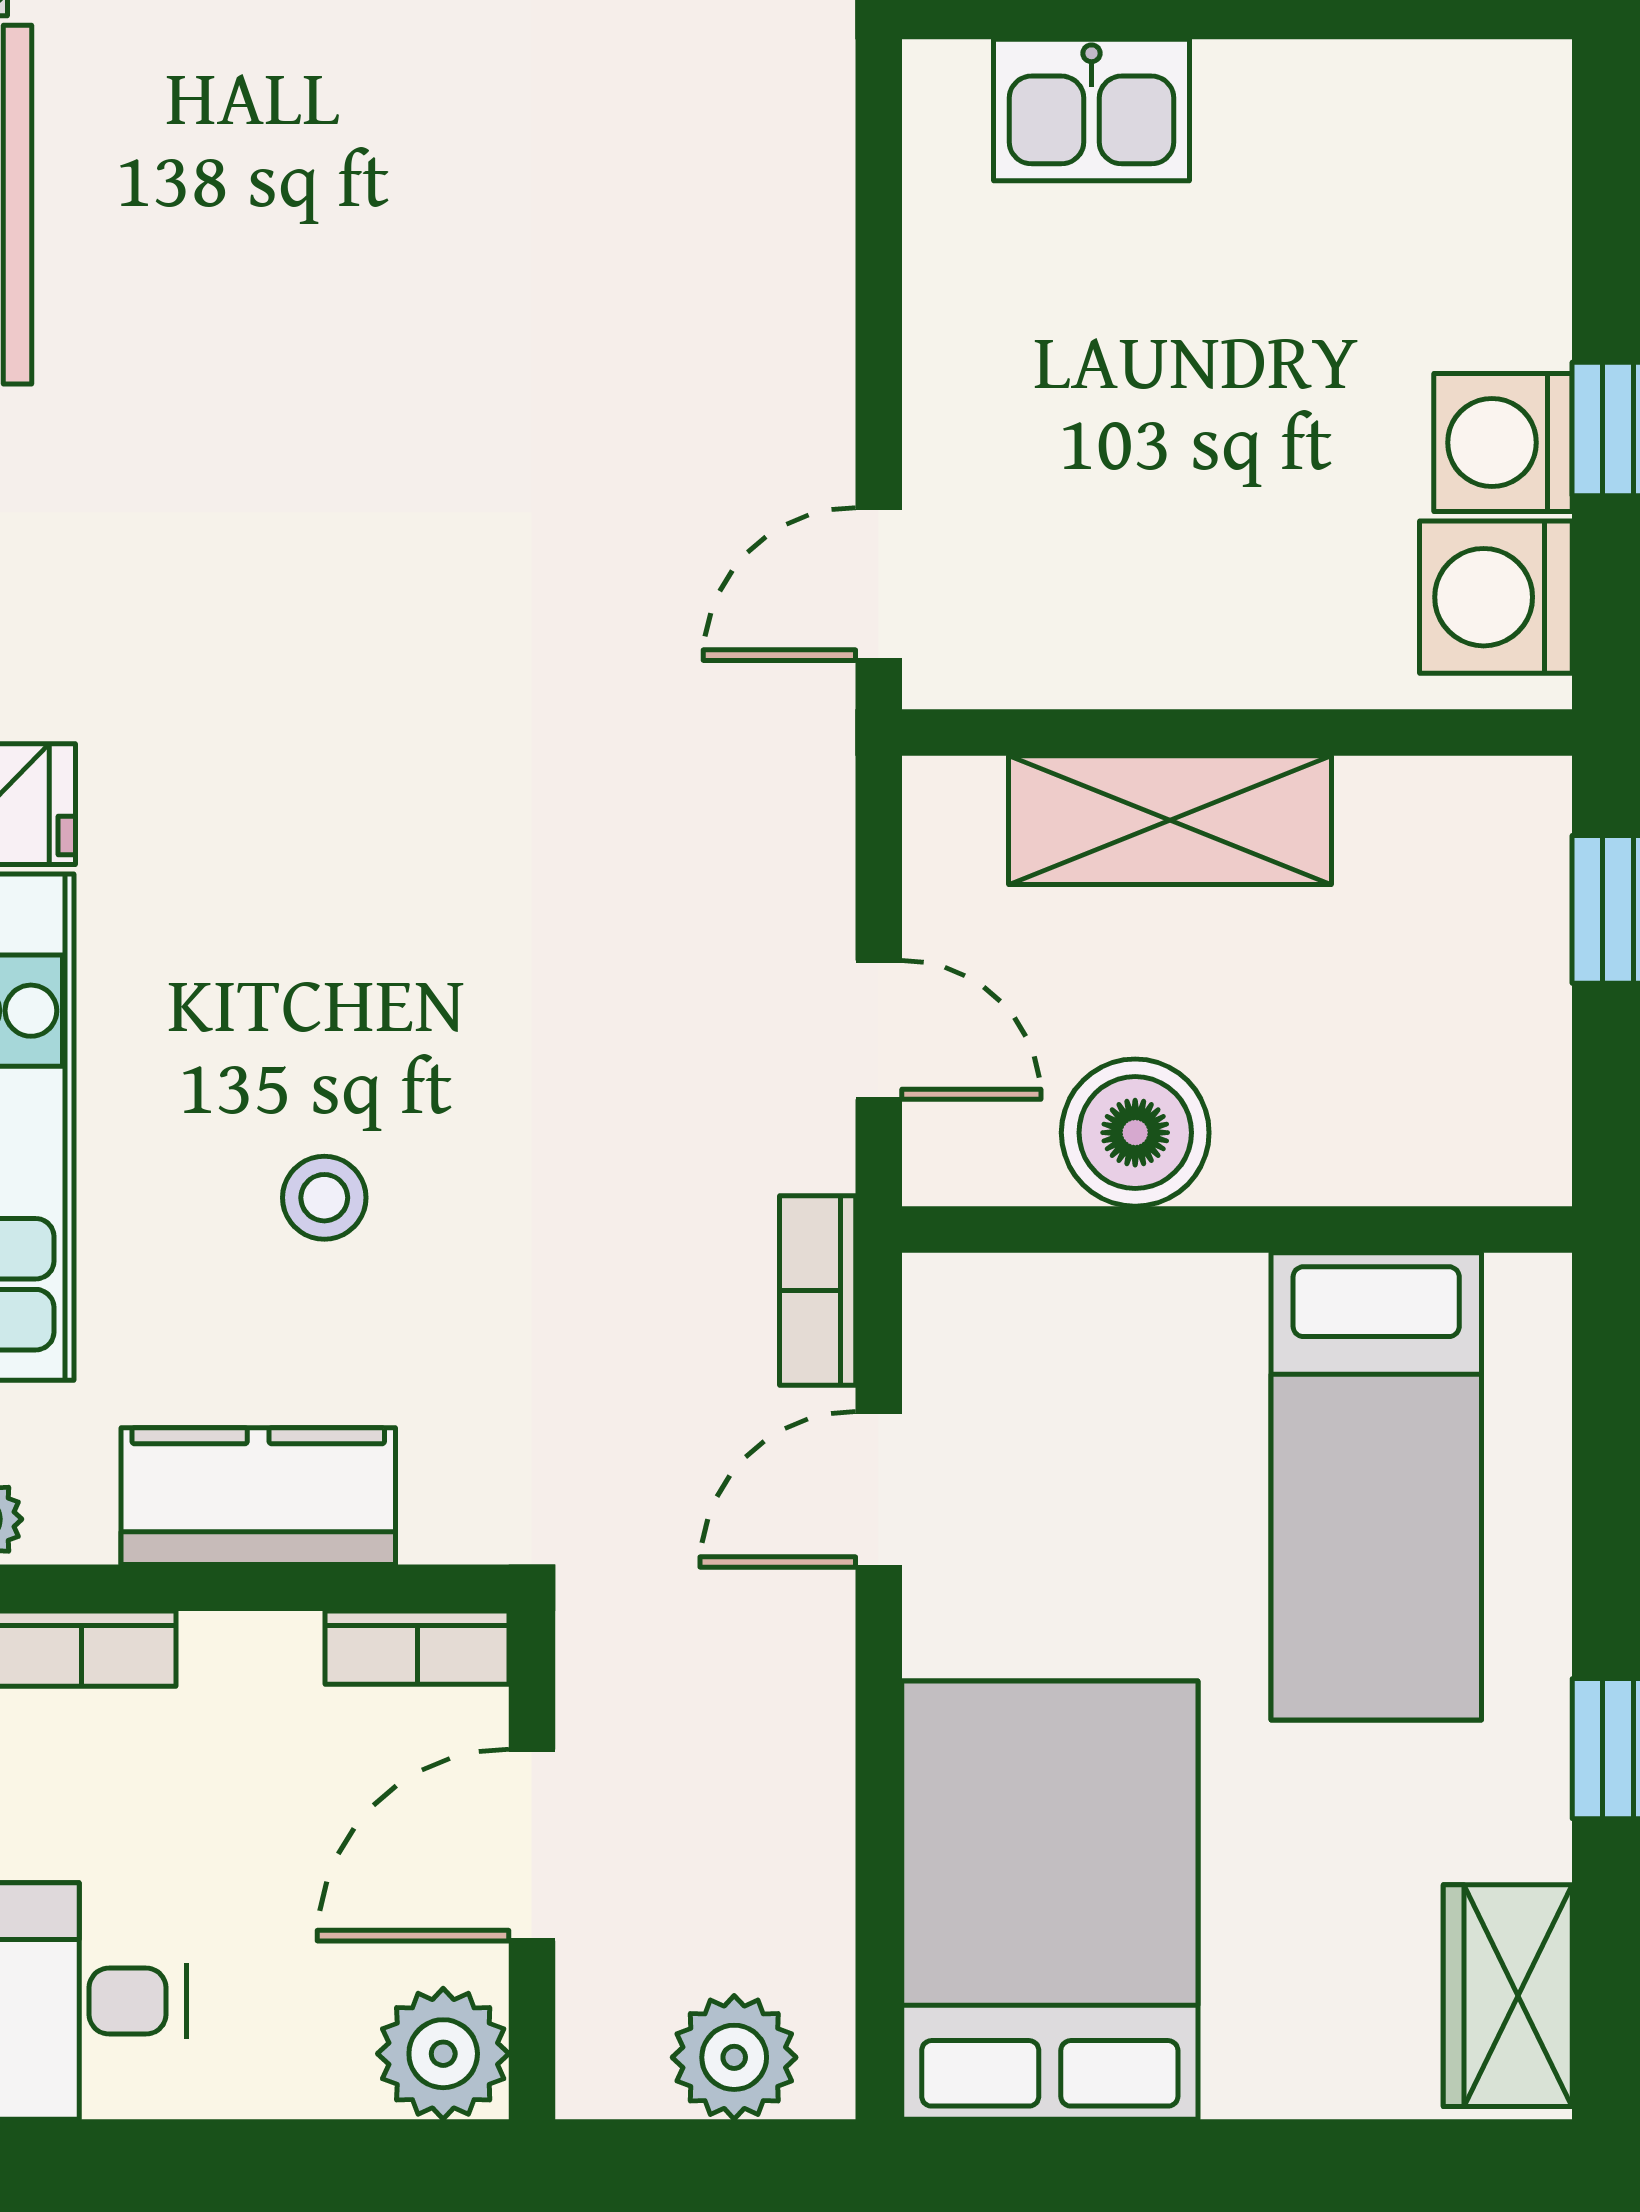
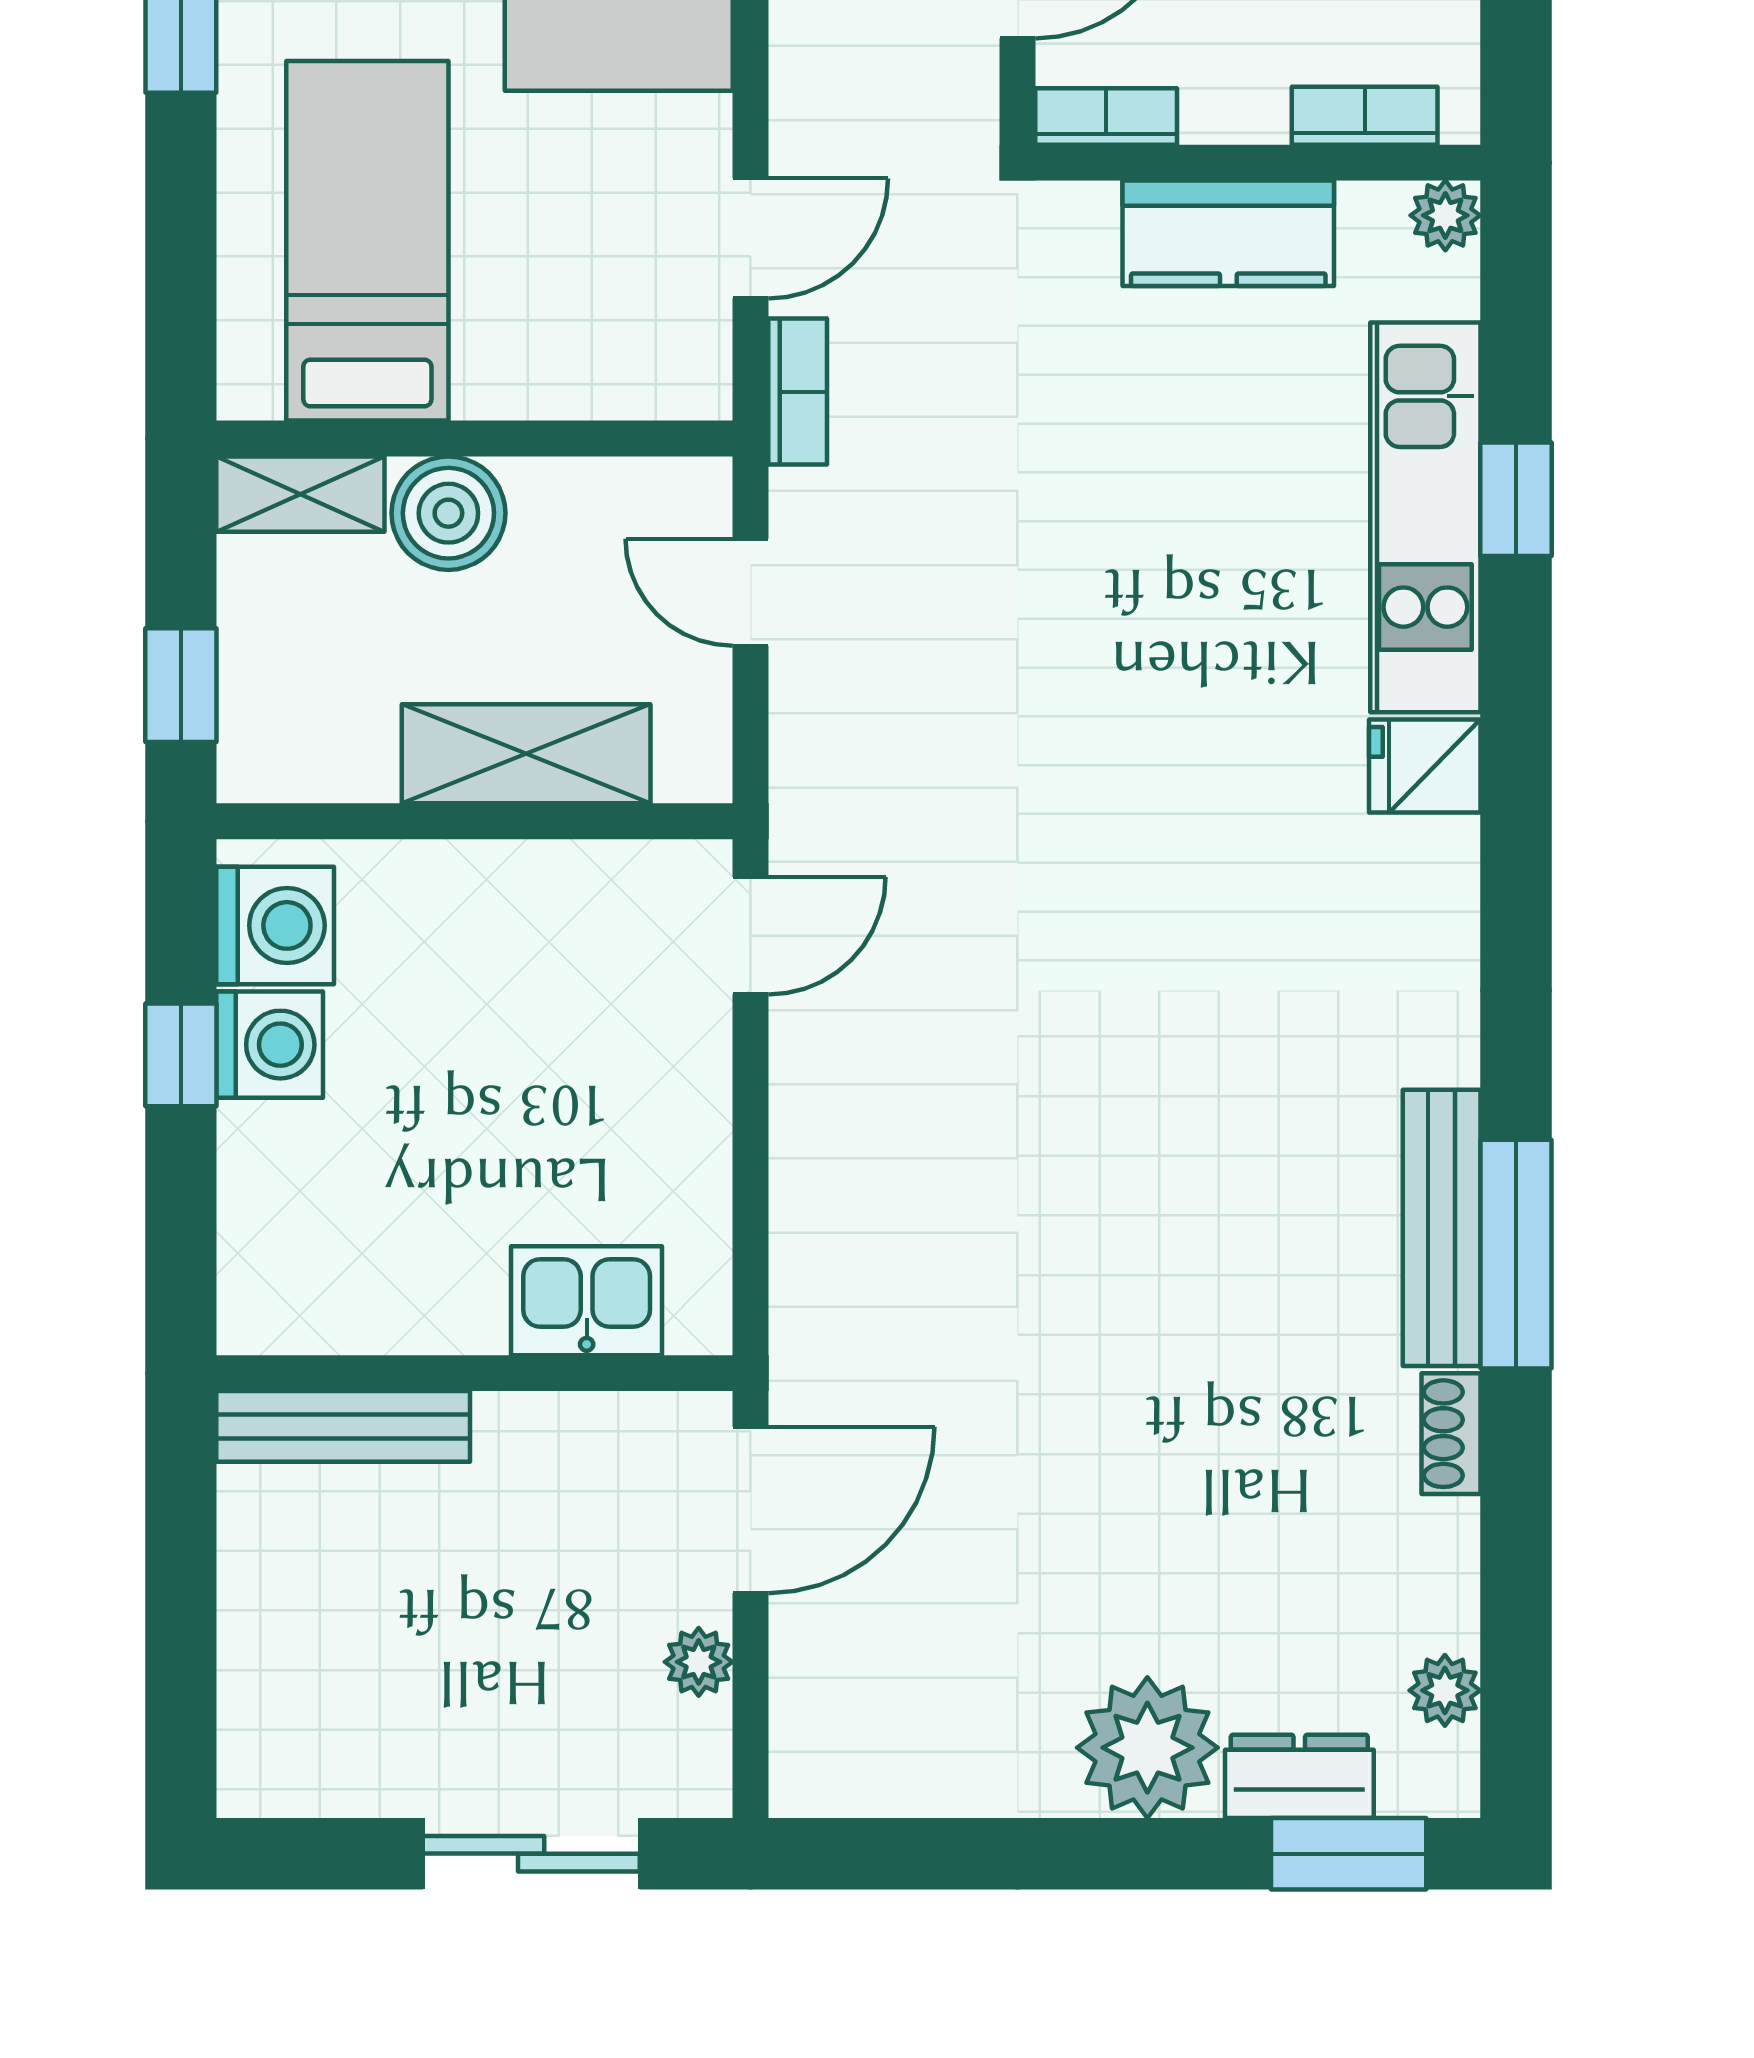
boiler: (1135, 1133) -> (448, 513), moved
shelving: (1463, 1157) -> (300, 494), added
stool: (324, 1198) -> (1177, 463), removed

